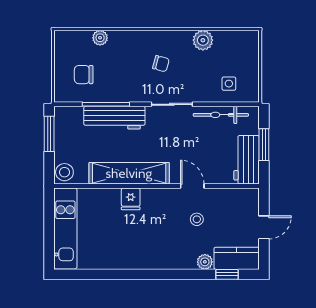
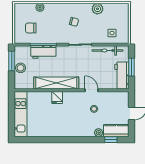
workbench: (114, 118) -> (43, 52), width x0.73
stool: (64, 172) -> (21, 68), moved

